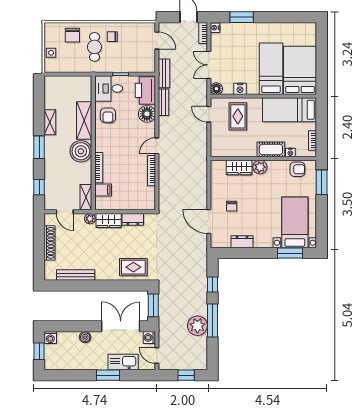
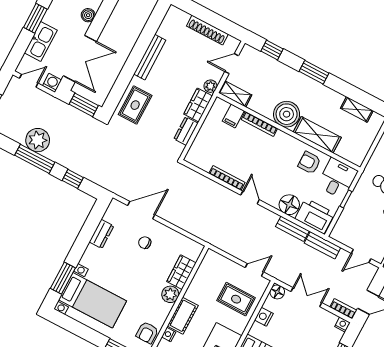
shelving: (50, 122) -> (357, 109), moved
bench: (76, 275) -> (150, 57), moved

